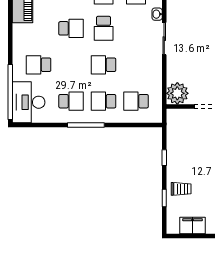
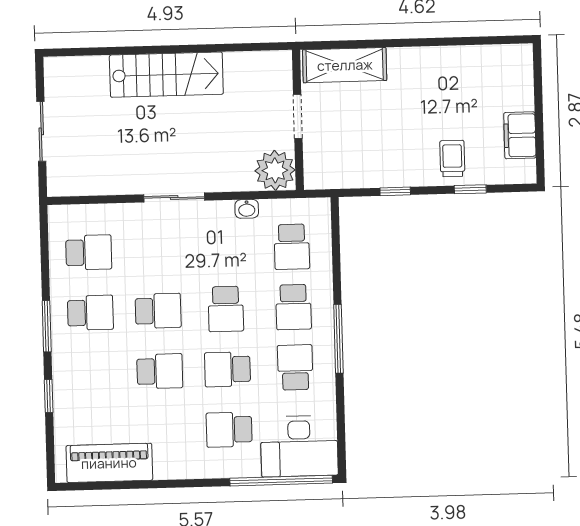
washbasin: (157, 14) -> (247, 209), moved
school desk: (71, 28) -> (160, 371), turned 90
school desk: (39, 65) -> (229, 430), turned 90
school desk: (71, 65) -> (227, 369), added

